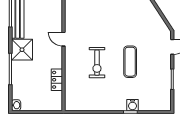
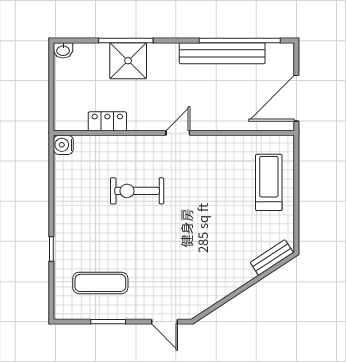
shower: (22, 50) -> (128, 61), moved
exercise mat: (130, 62) -> (100, 283), moved
water cooler: (133, 105) -> (63, 145), moved

